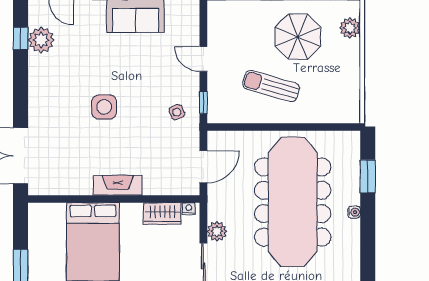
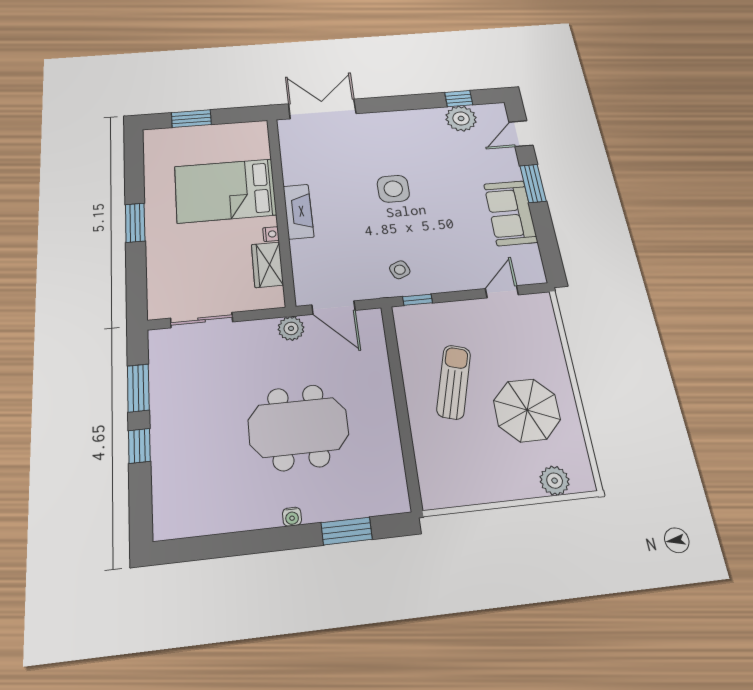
door: (203, 59) -> (502, 292), moved
meeting table: (293, 202) -> (298, 427), width x0.54, depth x0.79
nightstand: (189, 209) -> (271, 234), moved
plant: (217, 231) -> (291, 328), moved

